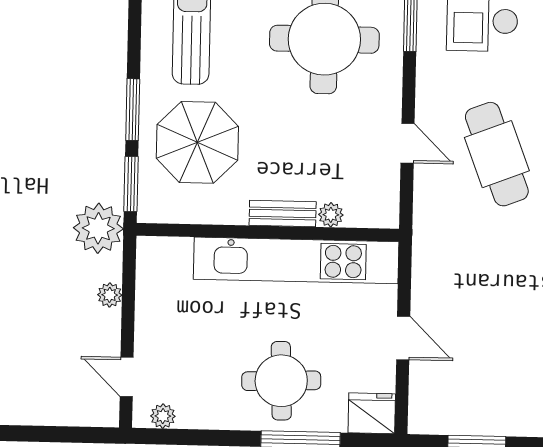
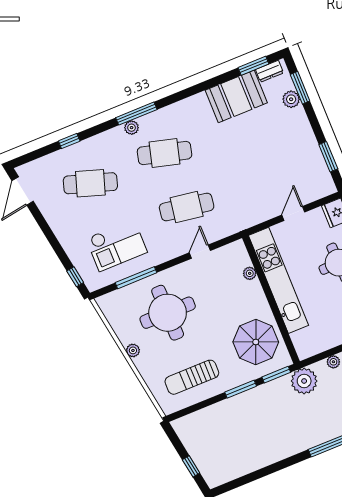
parasol: (197, 142) -> (256, 342), moved
cafe table: (497, 154) -> (187, 207), turned 30
bench: (283, 213) -> (259, 297), removed

